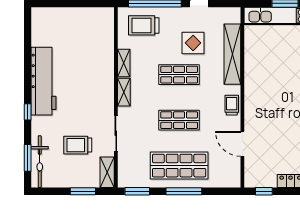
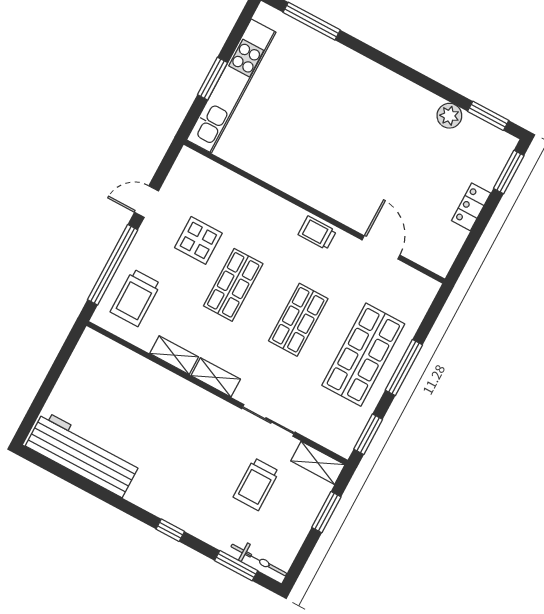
shelving: (232, 54) -> (245, 193), removed
workbench: (44, 81) -> (83, 454), moved
door: (242, 144) -> (381, 247), swing flipped
bicycle: (40, 162) -> (259, 560), width x0.73, depth x0.71
window: (264, 191) -> (465, 253), removed

